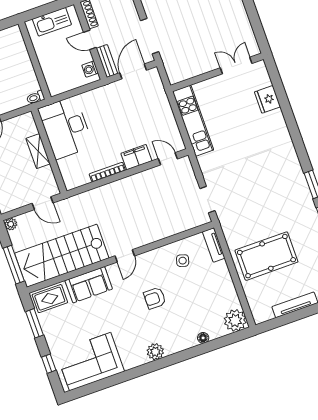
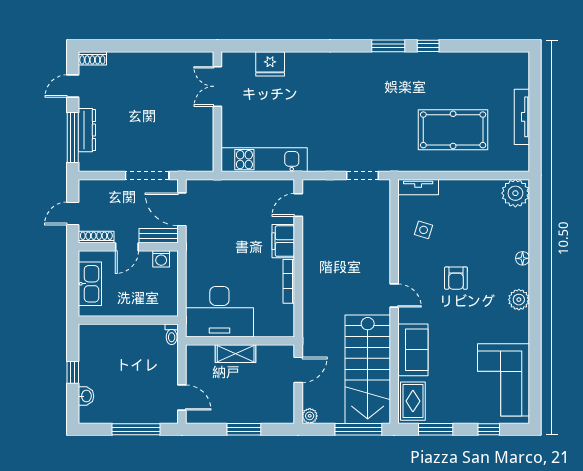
pool table: (266, 256) -> (453, 130), turned 90
floor lamp: (203, 338) -> (523, 258), moved

